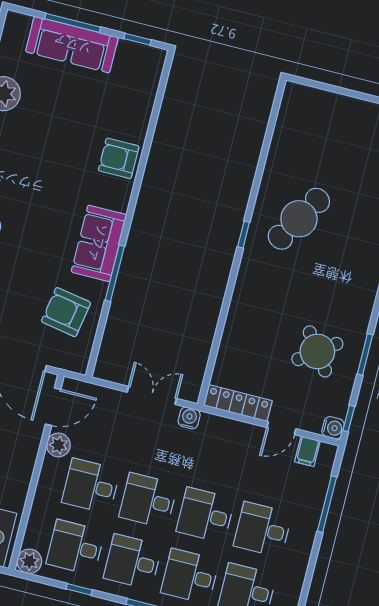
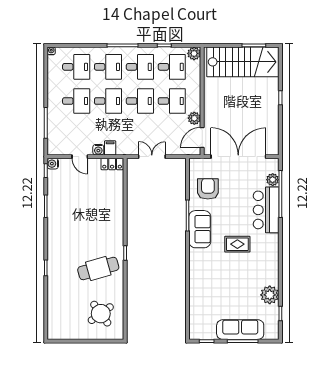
armchair: (119, 158) -> (201, 276), removed
rug: (38, 199) -> (237, 244), added
cafe table: (299, 219) -> (98, 269), turned 43
armchair: (66, 312) -> (208, 189), turned -100
round table: (317, 351) -> (101, 314), moved
double door: (152, 395) -> (152, 157), swing flipped
locker: (238, 403) -> (112, 164), width x0.66
water cooler: (189, 418) -> (98, 150), moved
door: (281, 428) -> (80, 157), swing flipped
filing cabinet: (307, 451) -> (110, 148), moved

